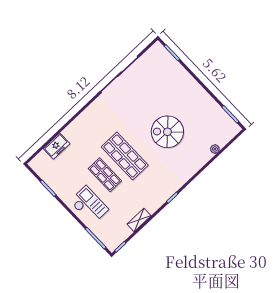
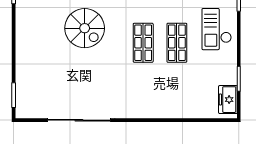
freezer: (57, 146) -> (228, 100), moved, turned -90
shop shelf: (125, 156) -> (143, 43), width x0.70, depth x0.74

